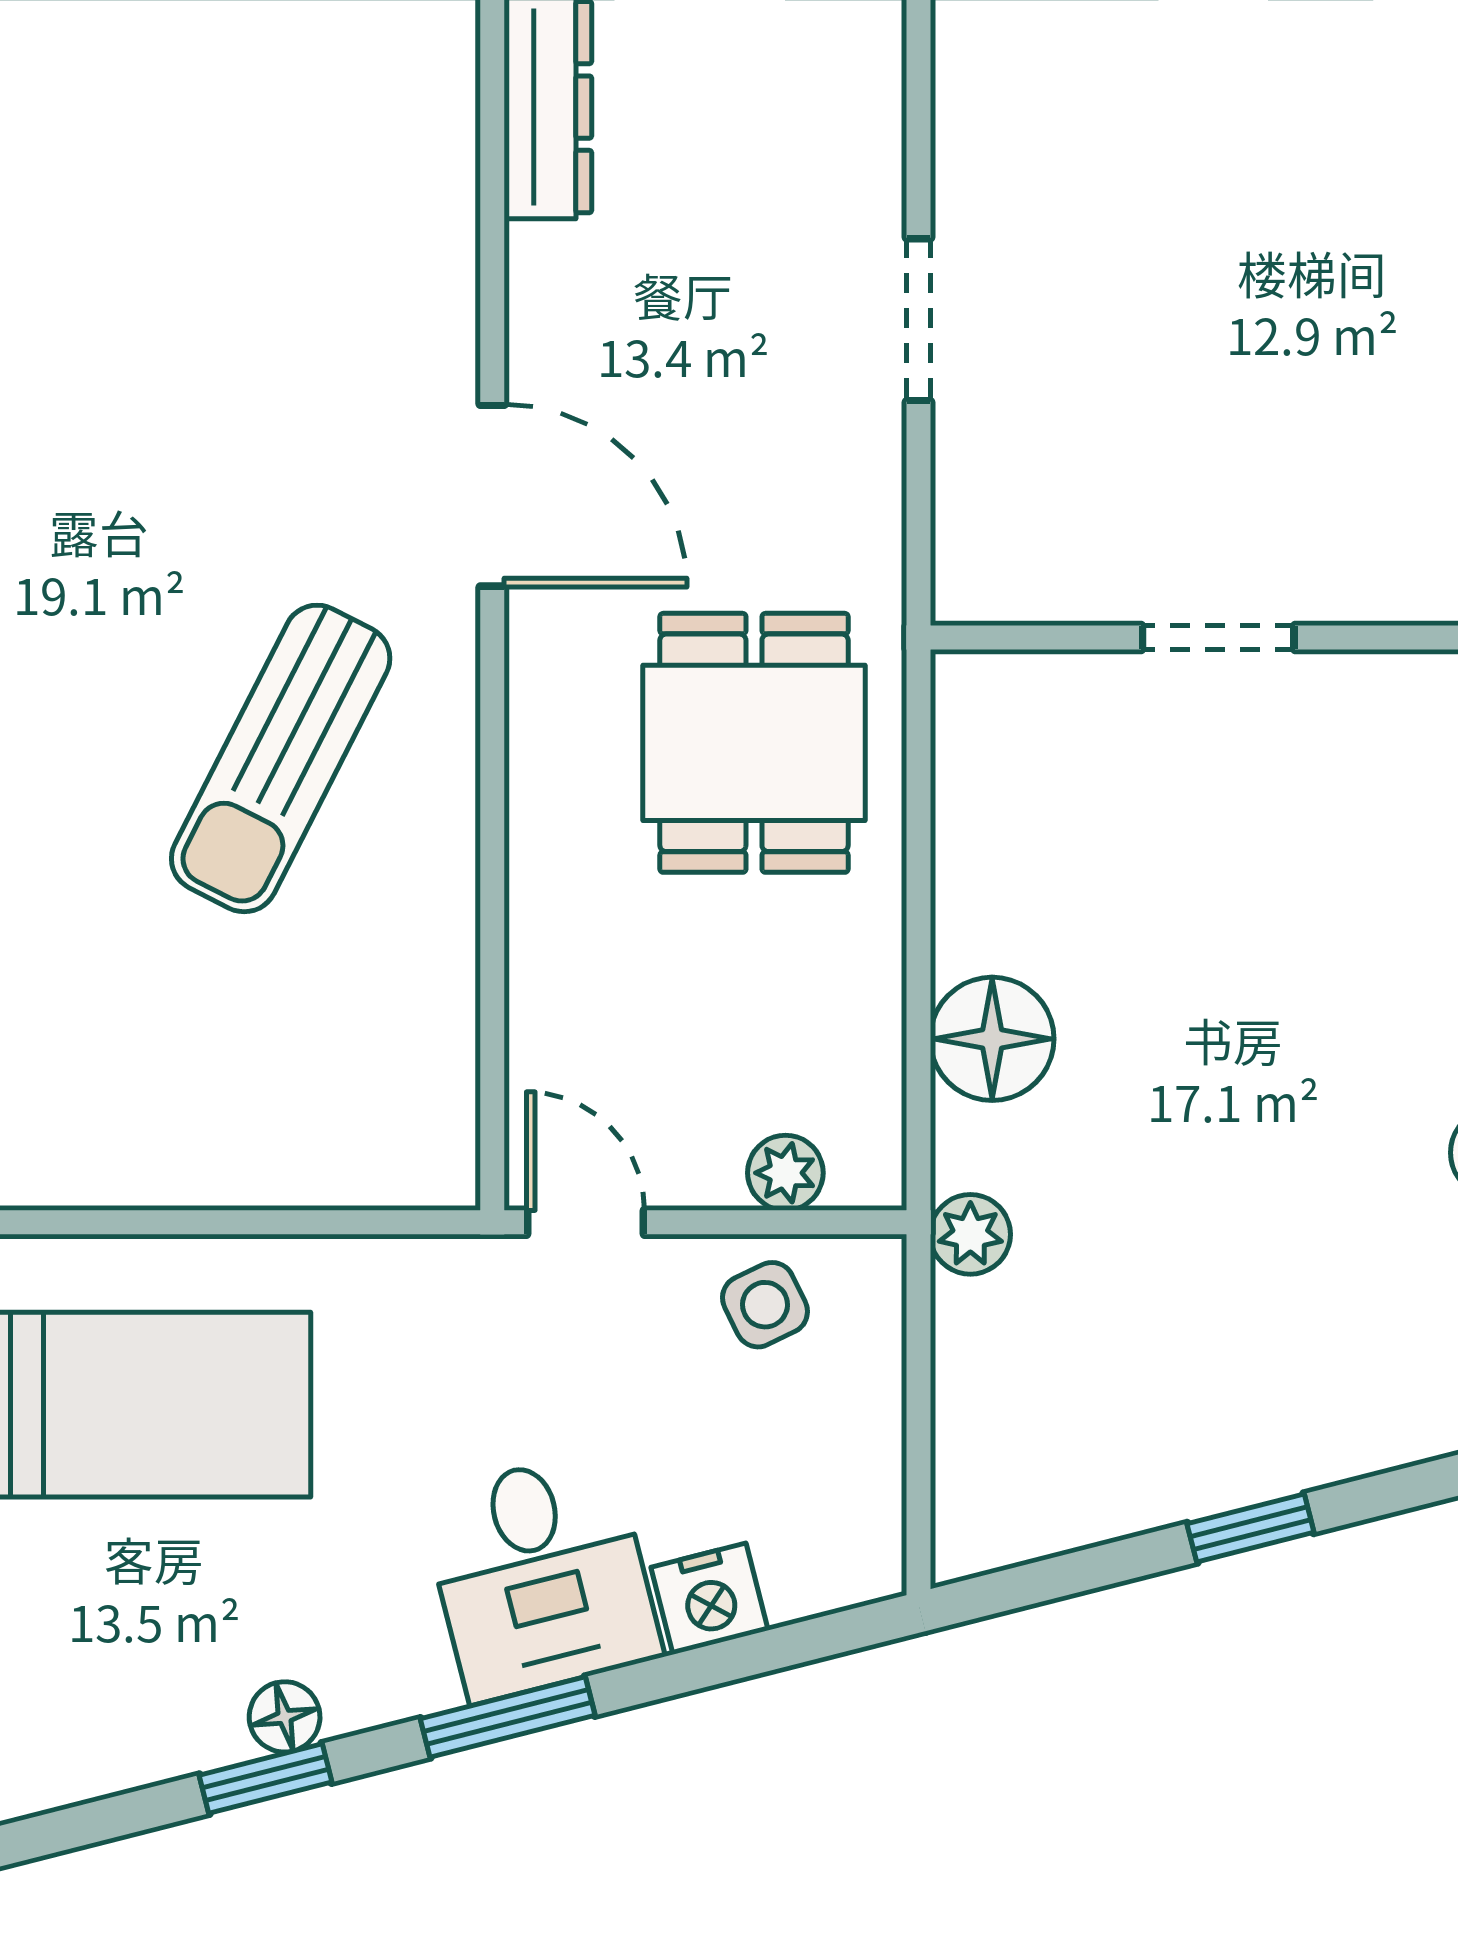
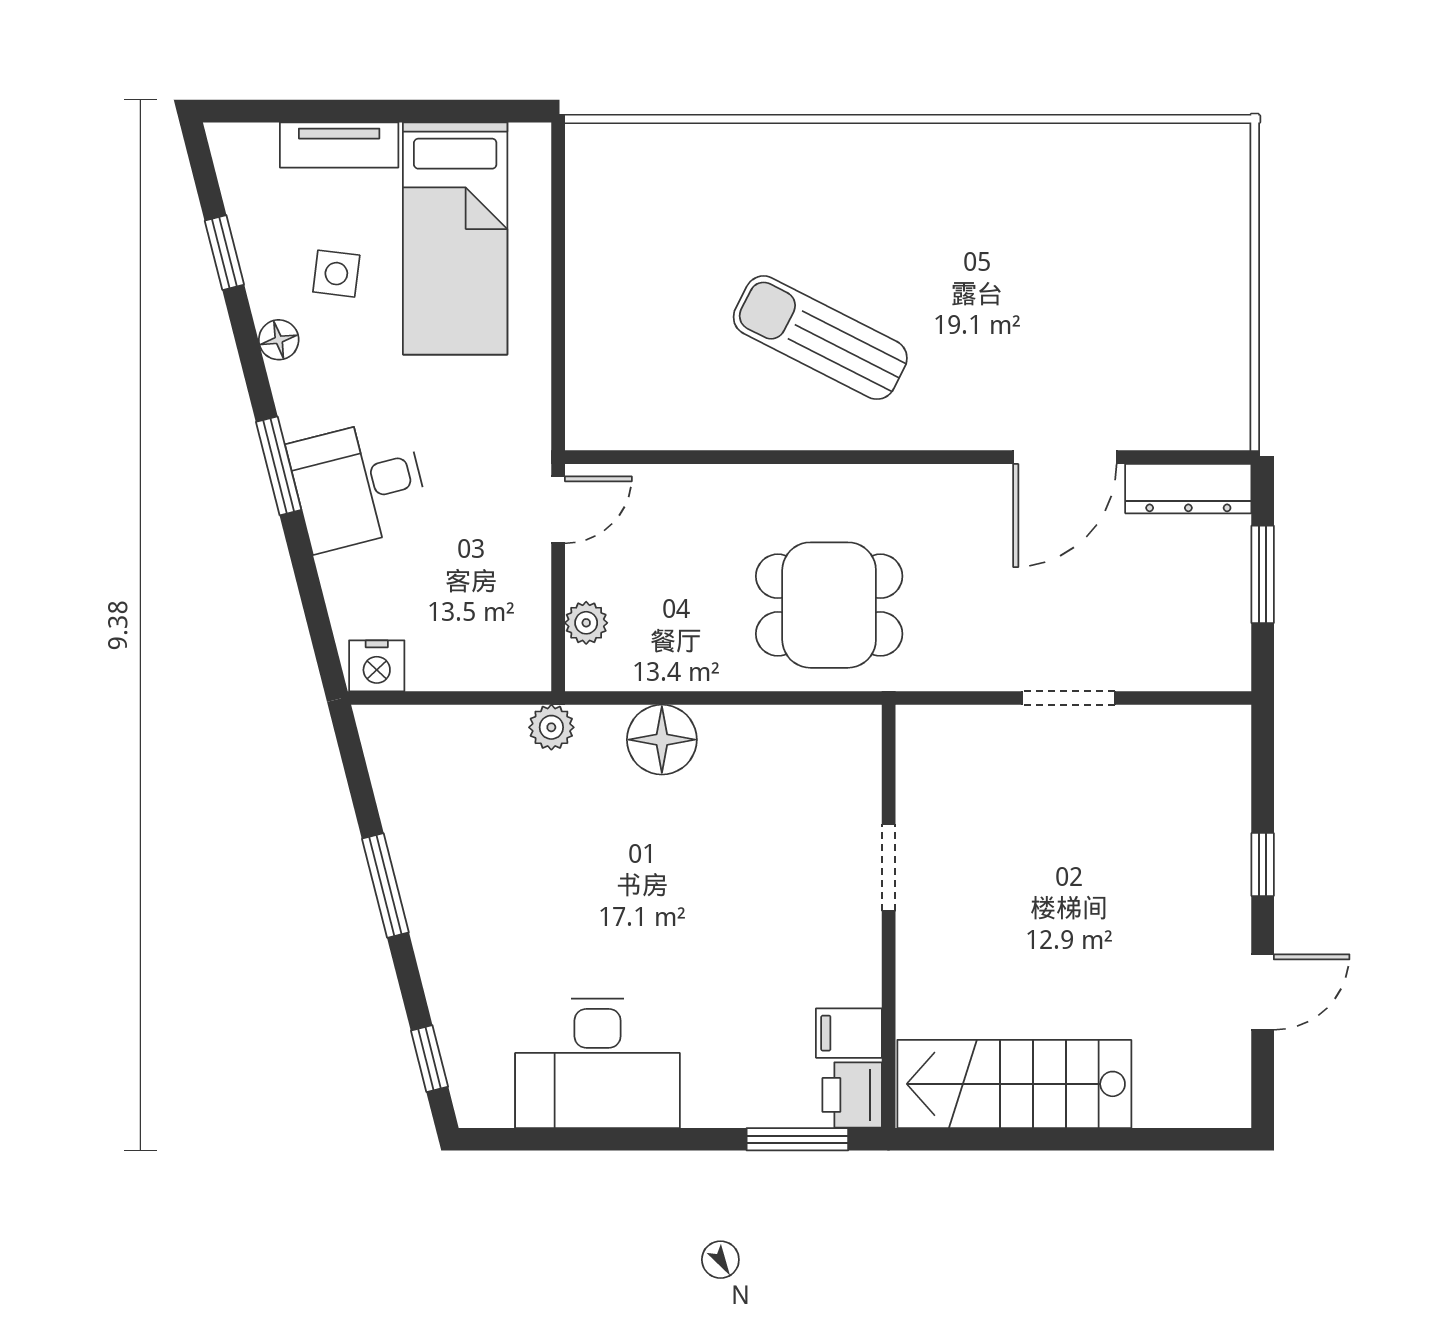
door: (492, 496) -> (1065, 457), moved
side table: (765, 1305) -> (336, 274), moved, turned 33
window: (1250, 1528) -> (385, 886), width x1.50
nightstand: (710, 1599) -> (377, 666), moved, turned -76
window: (266, 1779) -> (224, 253), moved

